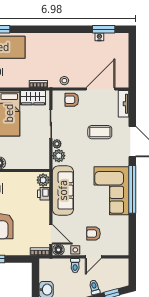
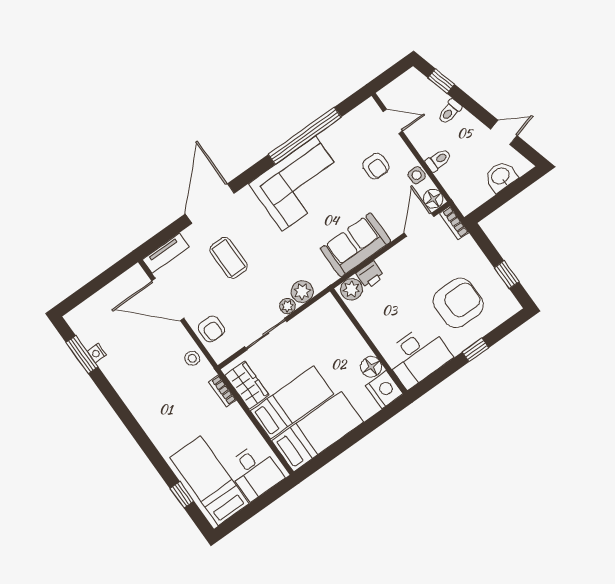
window: (132, 189) -> (305, 136), moved
sofa: (63, 190) -> (356, 245), width x0.73
door: (93, 257) -> (393, 121), moved

